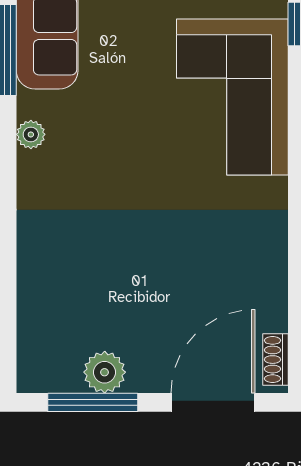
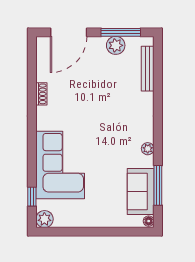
bench: (31, 319) -> (148, 69), added
shoe rack: (276, 360) -> (41, 94), moved

